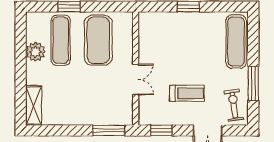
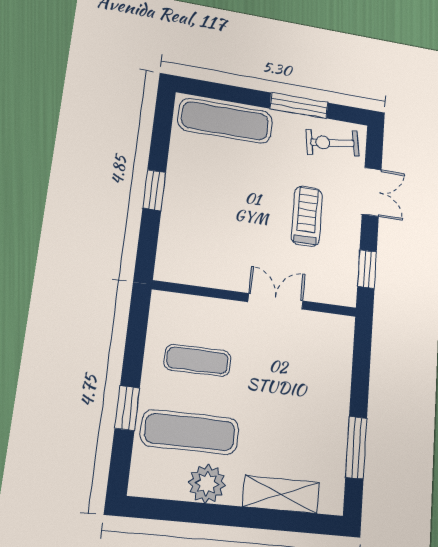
exercise mat: (98, 40) -> (198, 360), width x0.50, depth x0.69
shelving: (34, 106) -> (281, 494), moved
window: (109, 130) -> (356, 448), moved

